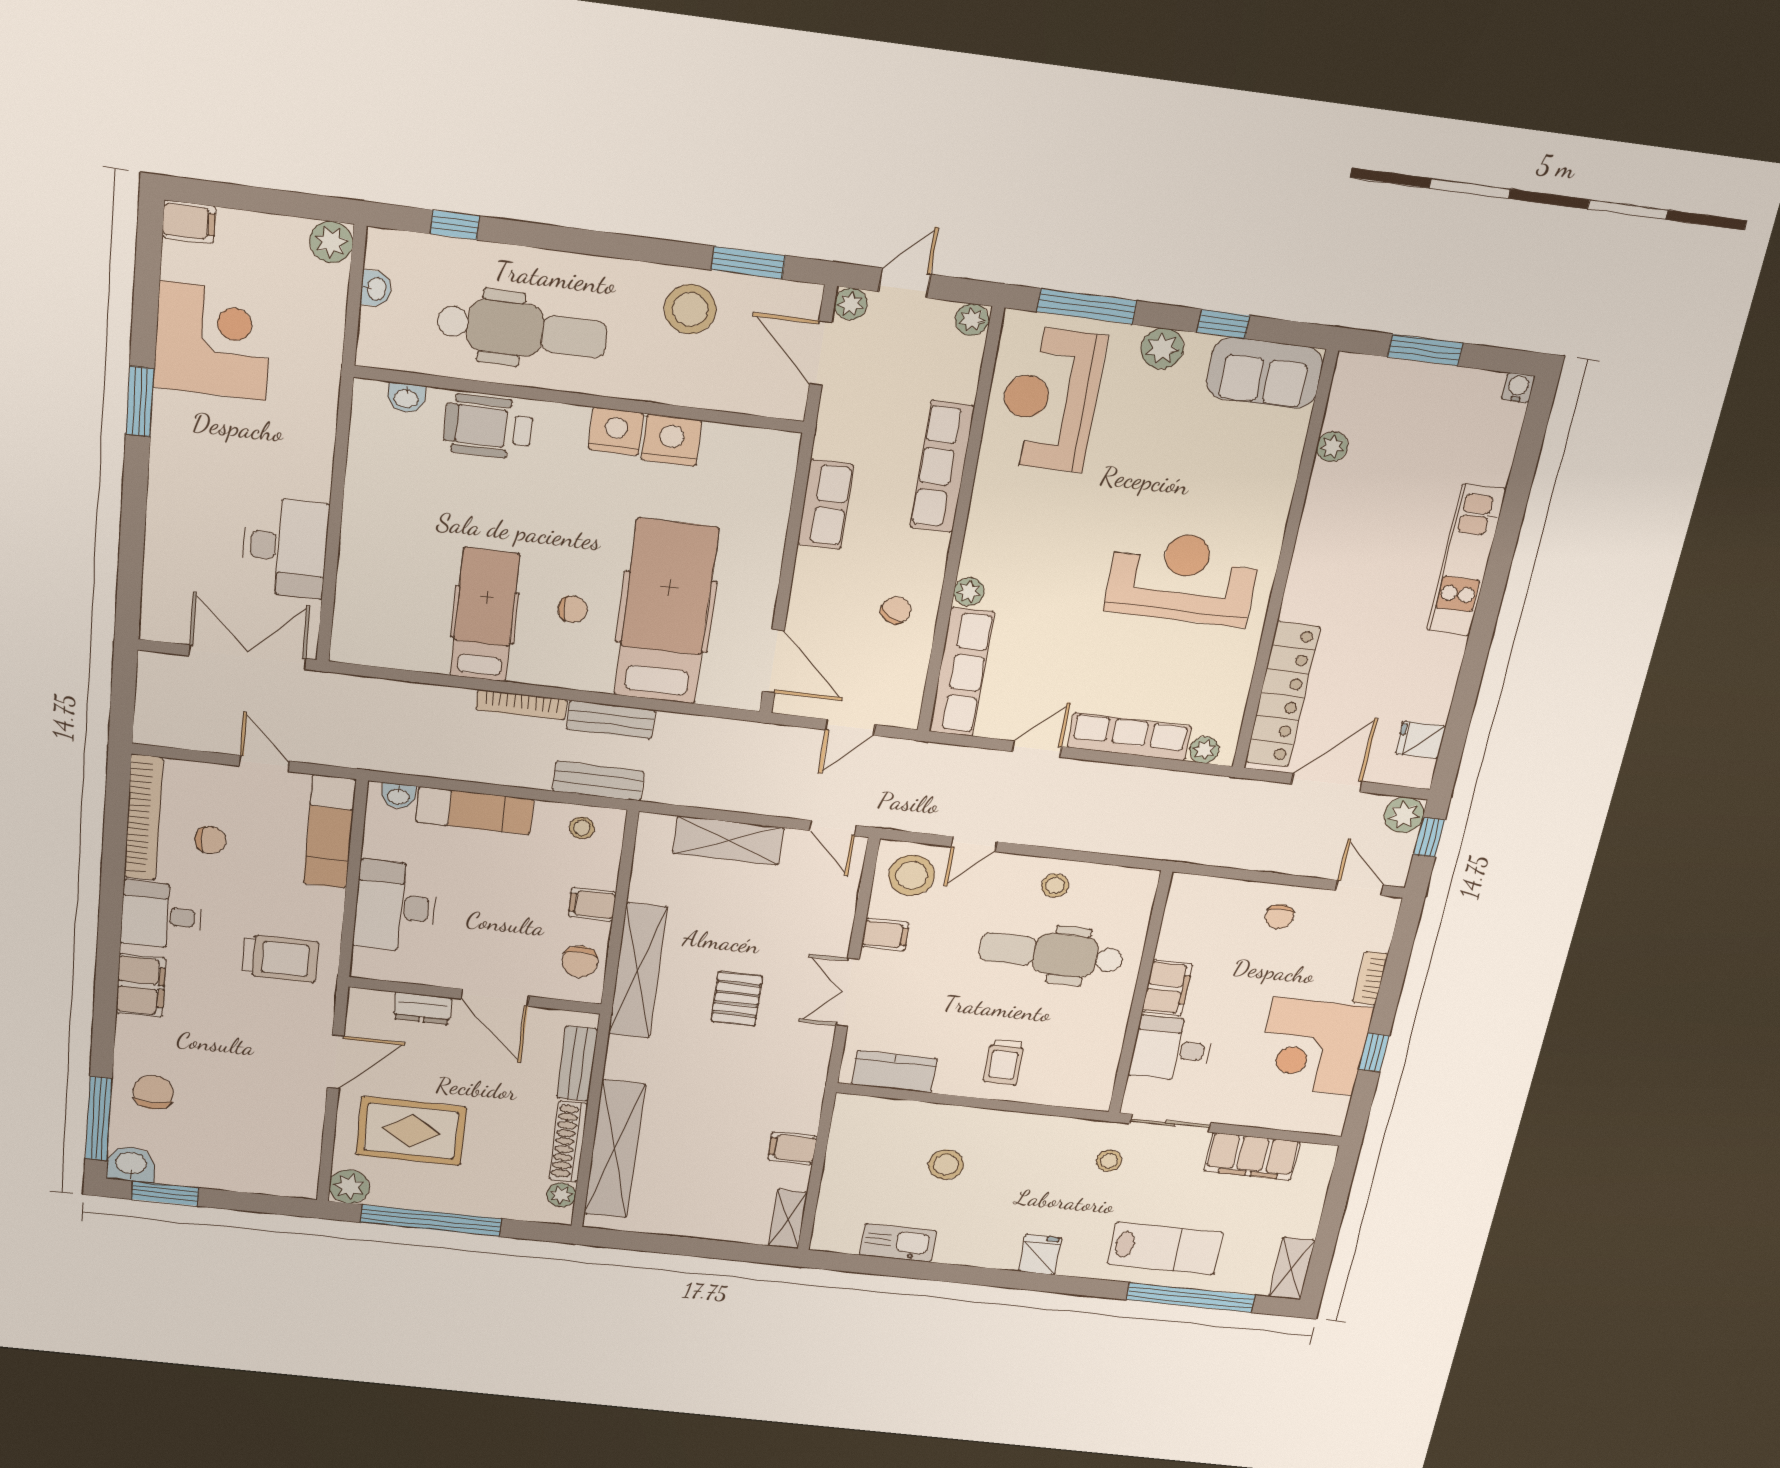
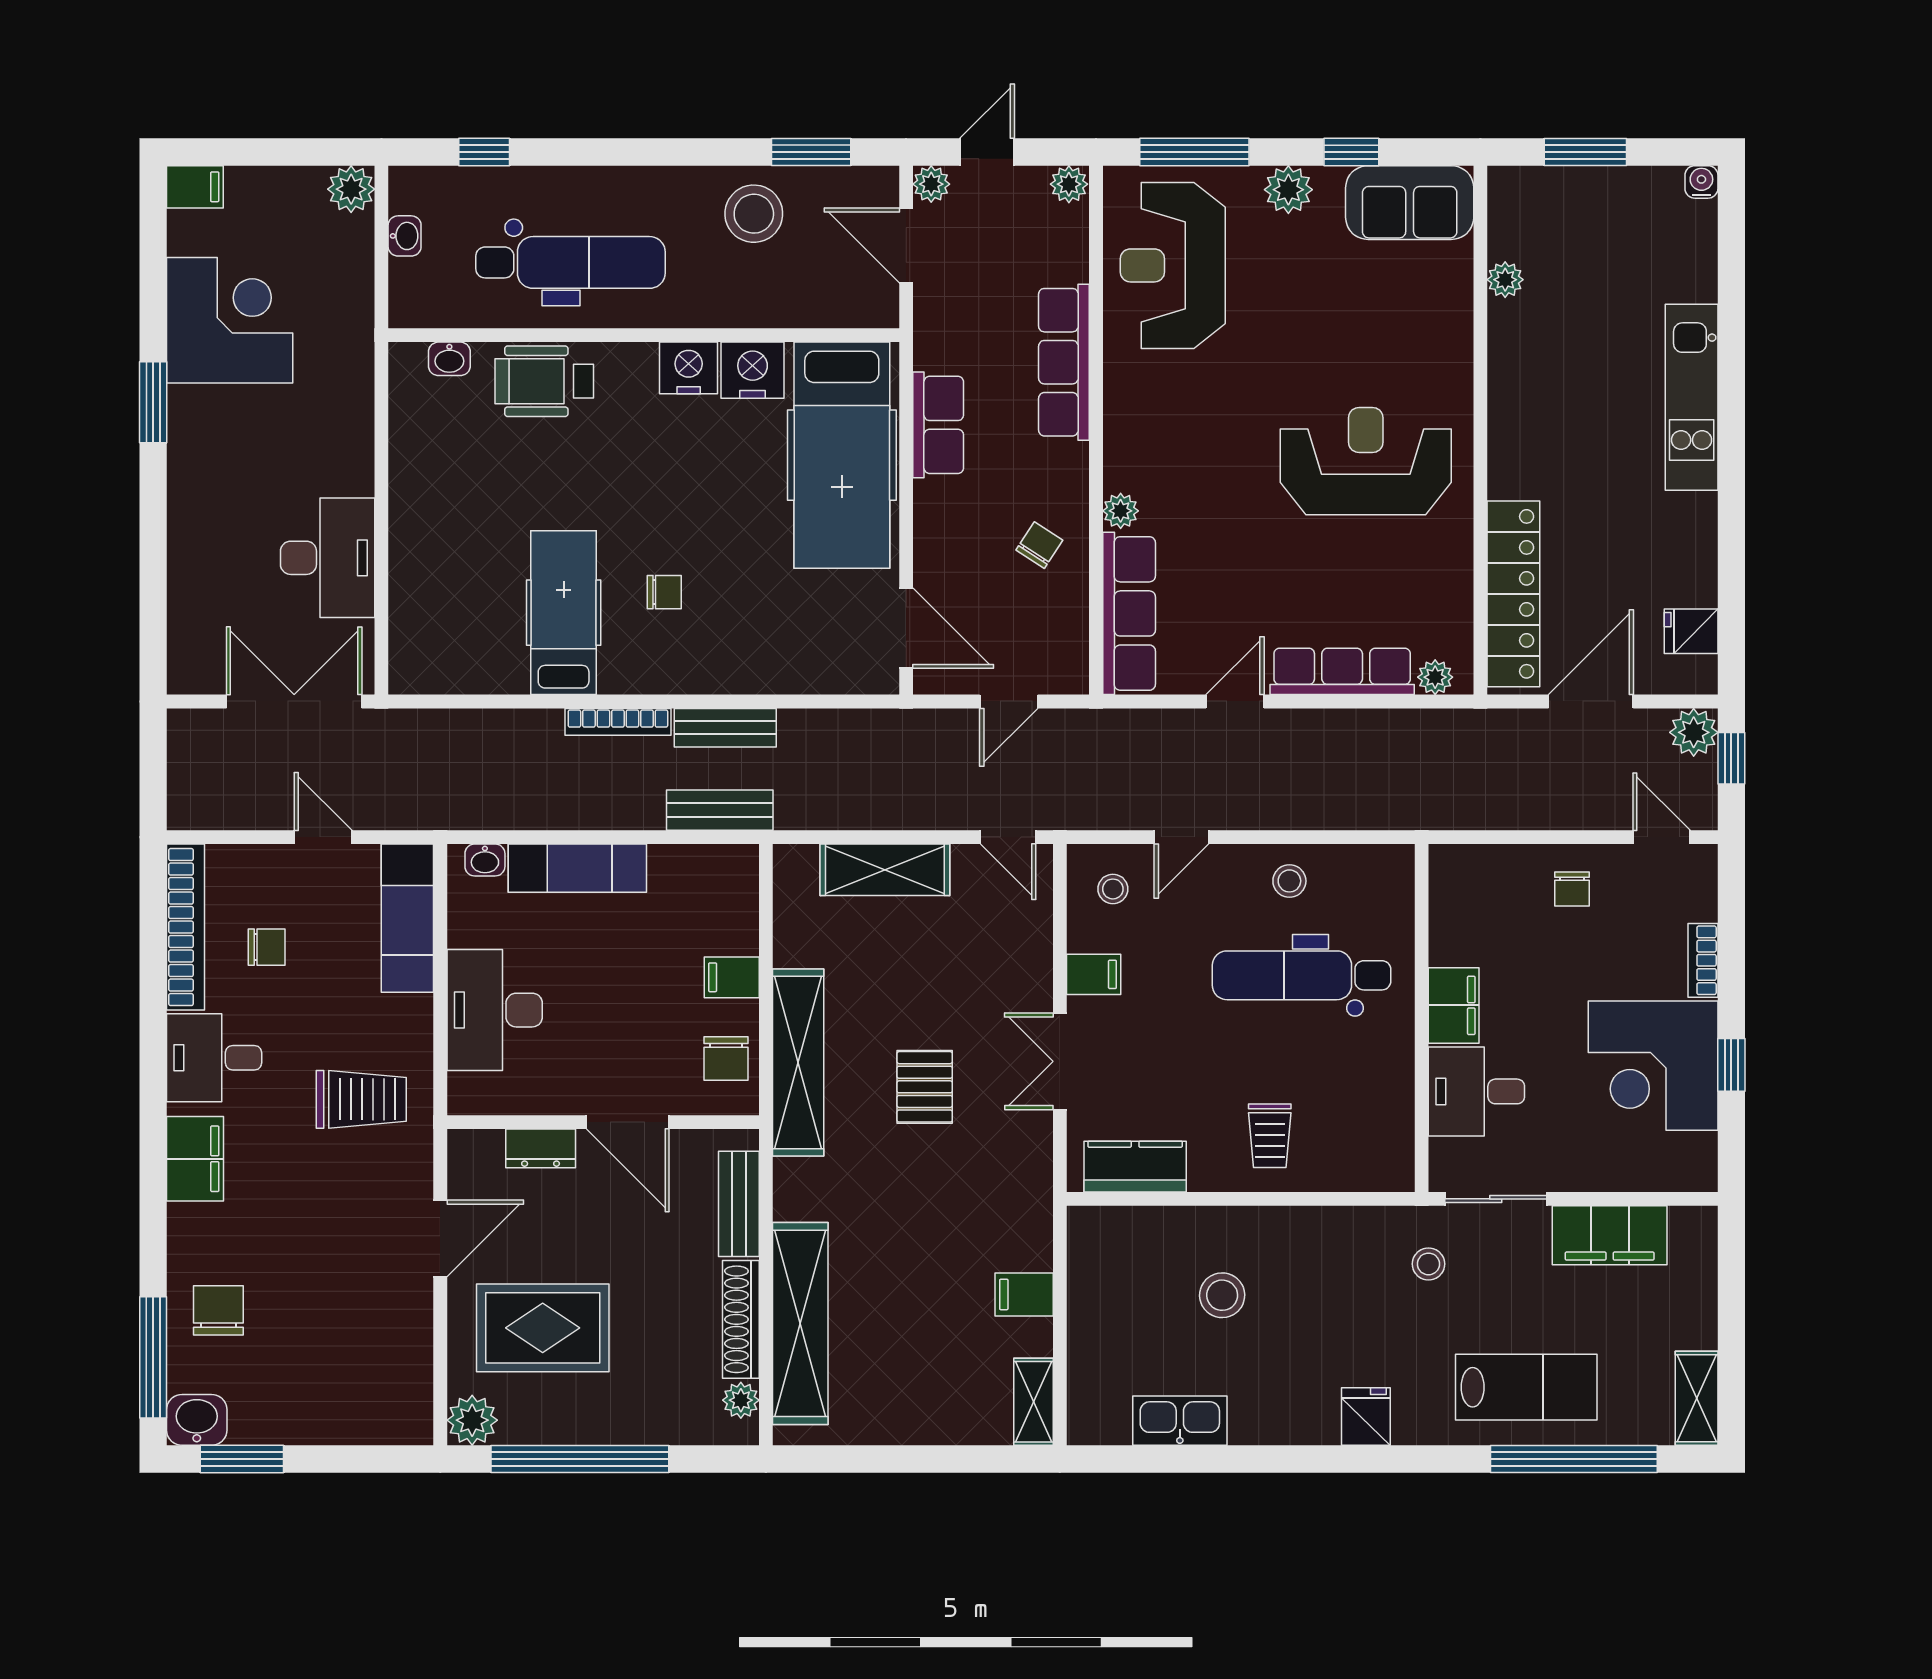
hospital bed: (666, 612) -> (842, 455), moved, turned 180
stool: (582, 828) -> (707, 875), removed
stool: (912, 875) -> (1113, 889), width x0.53, depth x0.53

